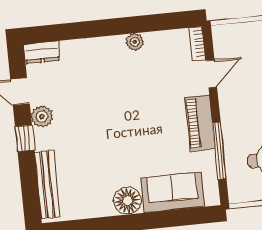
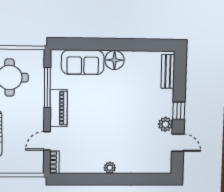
plant: (135, 42) -> (110, 168), moved
dresser: (42, 52) -> (160, 167), removed
bench: (47, 184) -> (168, 71), width x0.73

